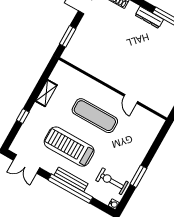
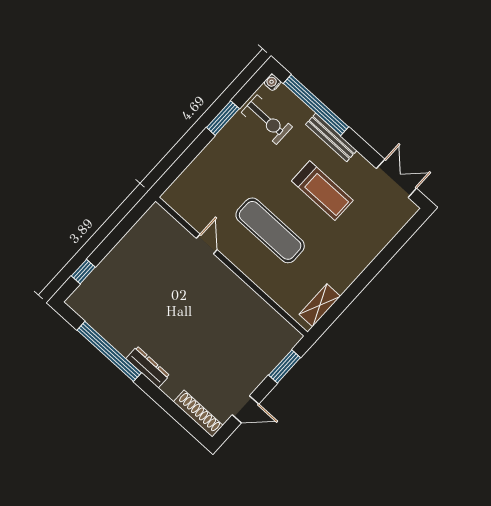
shelving: (46, 93) -> (320, 305), moved
window: (23, 116) -> (385, 256), removed
treadmill: (69, 147) -> (322, 191), width x0.73, depth x0.73
window: (70, 189) -> (316, 105), moved

